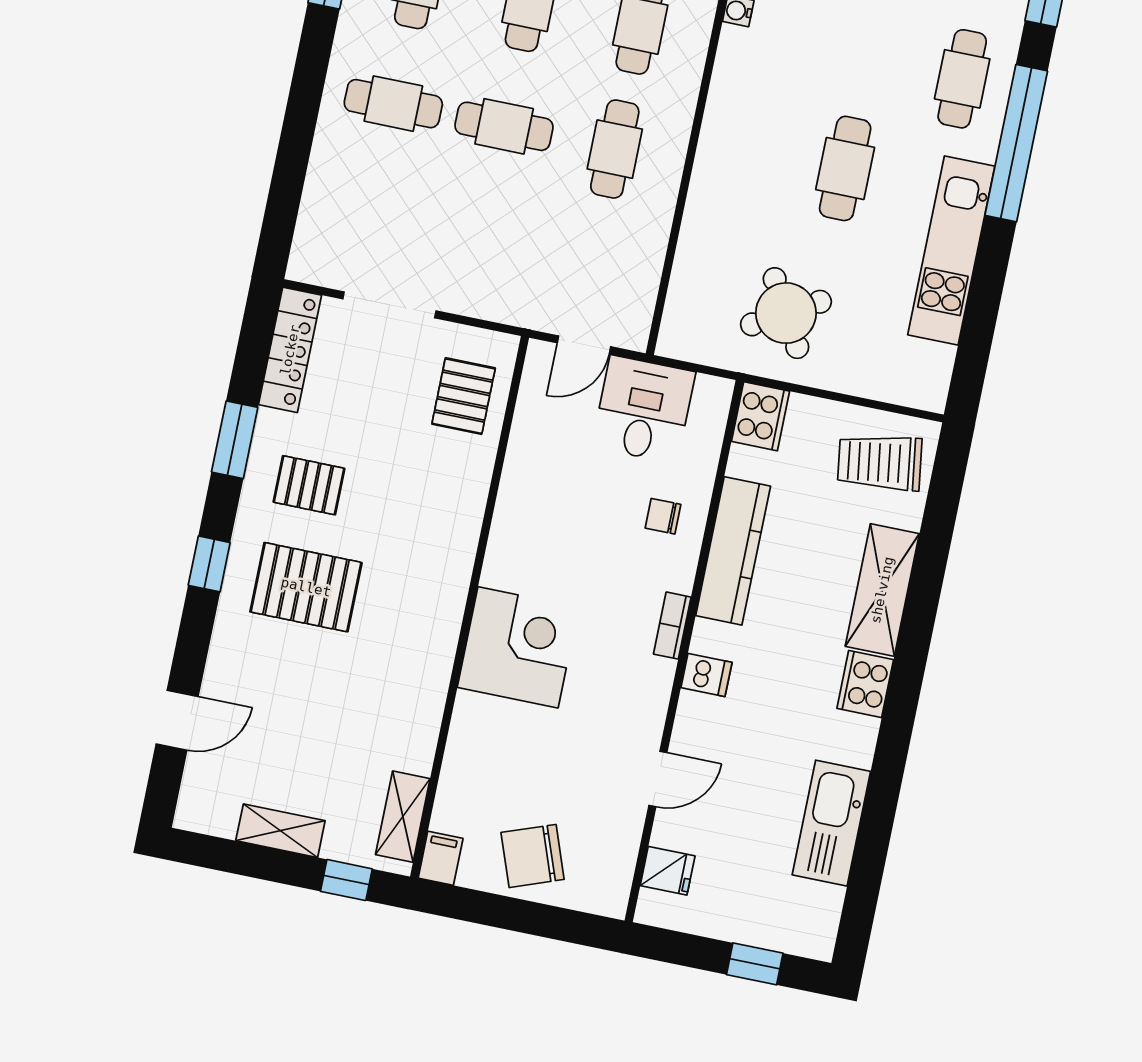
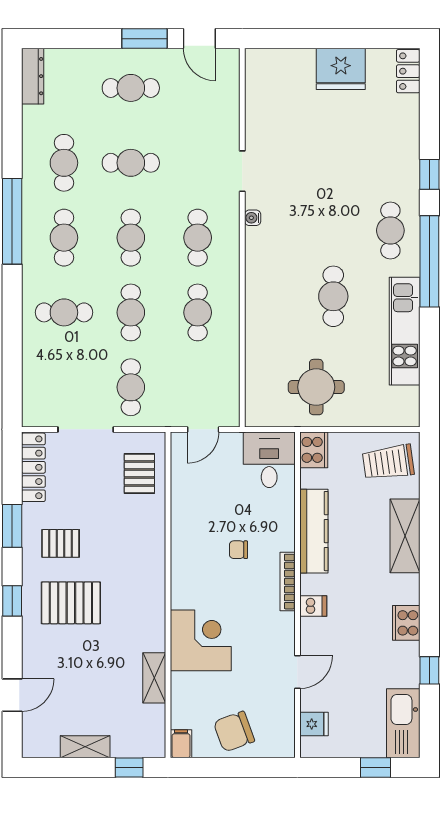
cafe table: (504, 126) -> (131, 312), turned 90
cafe table: (479, 250) -> (131, 387), added
round table: (786, 313) -> (316, 387), turned 30
desk: (644, 409) -> (269, 460), moved
chair: (663, 516) -> (238, 550), moved
bookcase: (672, 626) -> (288, 582), width x1.56
corner desk: (518, 647) -> (201, 640), moved
cooker: (865, 684) -> (406, 623), moved
shelving: (403, 817) -> (154, 678), moved
window: (877, 821) -> (429, 670), added
kitchen sink: (831, 823) -> (403, 723), moved

